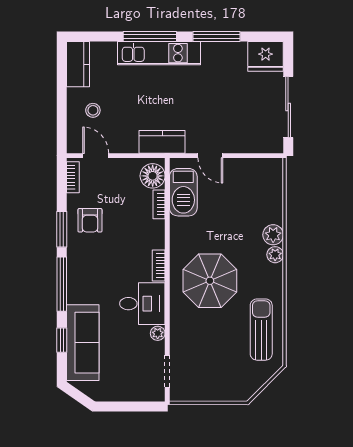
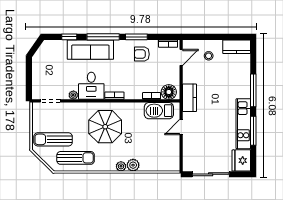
kitchen unit: (159, 53) -> (243, 124), moved
sofa: (83, 343) -> (90, 50), moved
sun lounger: (231, 367) -> (53, 139), added

